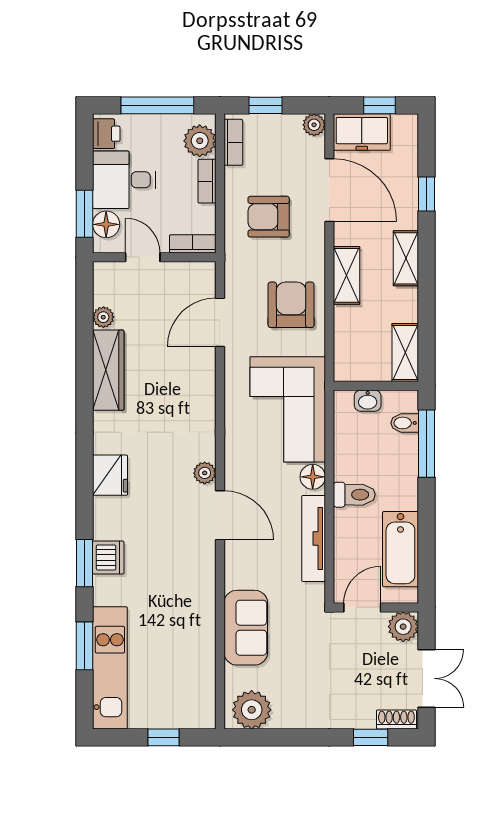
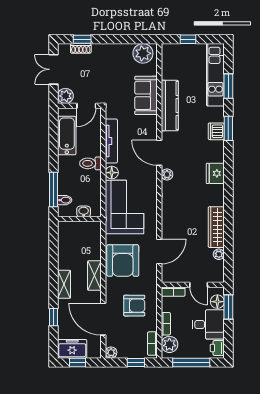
freezer: (362, 132) -> (72, 349), moved
armchair: (291, 305) -> (123, 261), width x1.36, depth x1.36
shelving: (405, 353) -> (64, 236), removed
kitchen counter: (199, 608) -> (170, 106), added
shoe rack: (396, 719) -> (81, 48), moved

